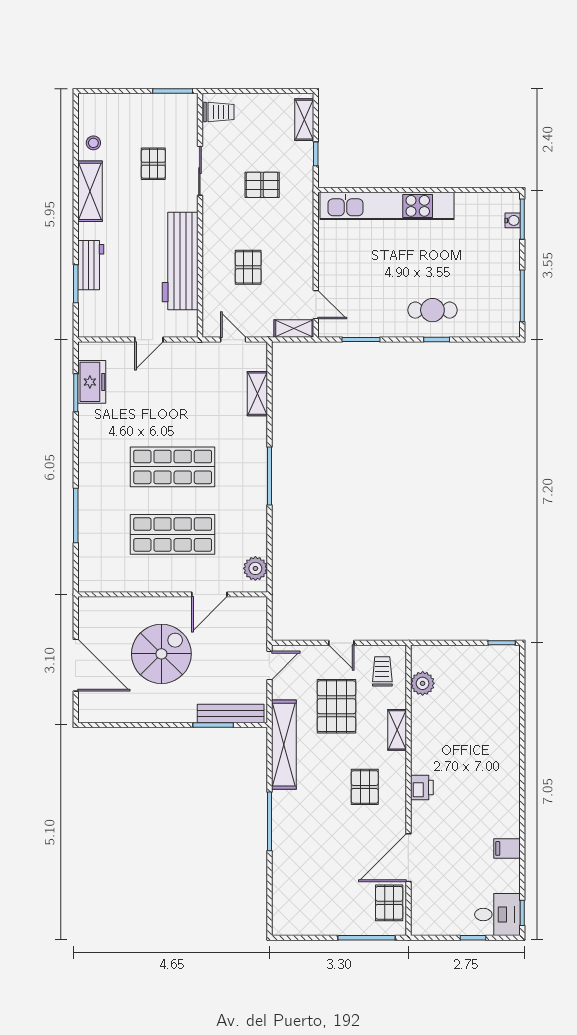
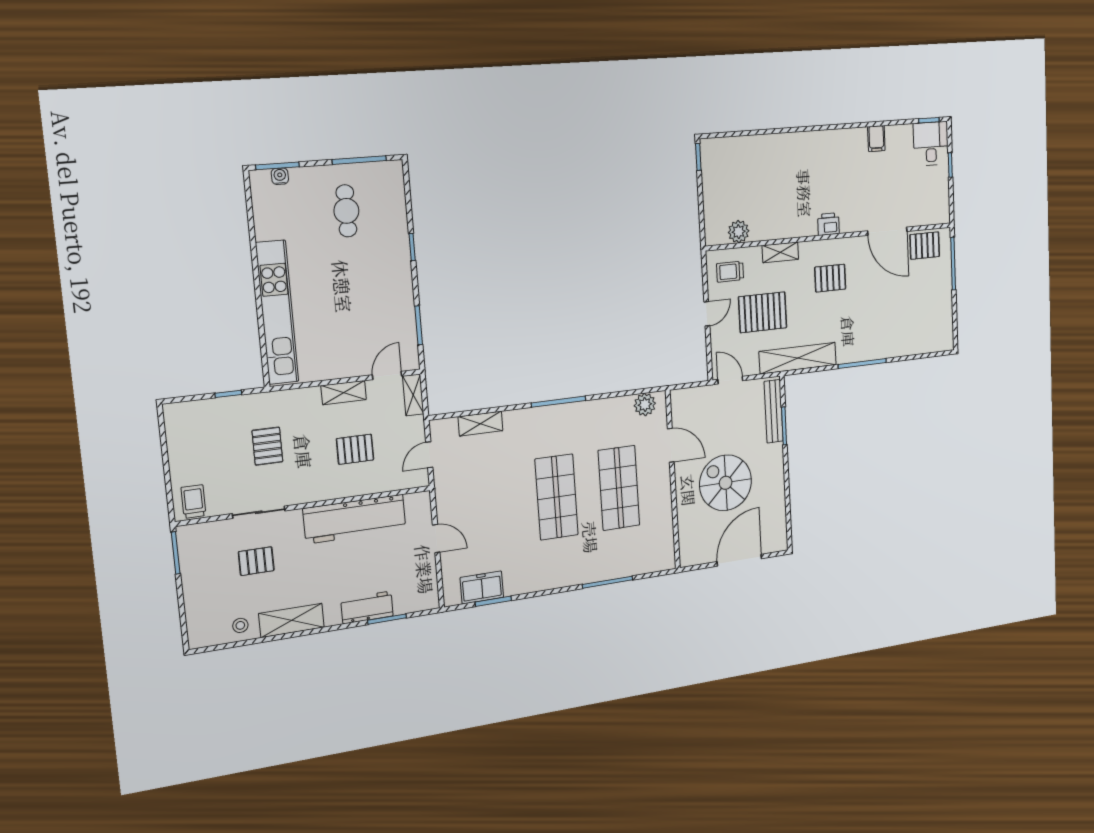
shelving: (304, 120) -> (344, 393), moved
cafe table: (432, 310) -> (346, 211), moved

